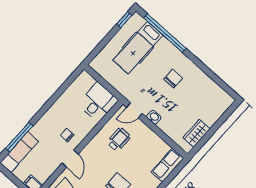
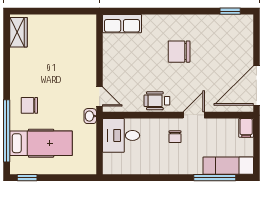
chair: (173, 79) -> (29, 105), moved
washbasin: (154, 117) -> (90, 116), moved
wardrobe: (197, 133) -> (19, 32), moved, turned -90
wheelchair: (119, 140) -> (157, 101), moved

